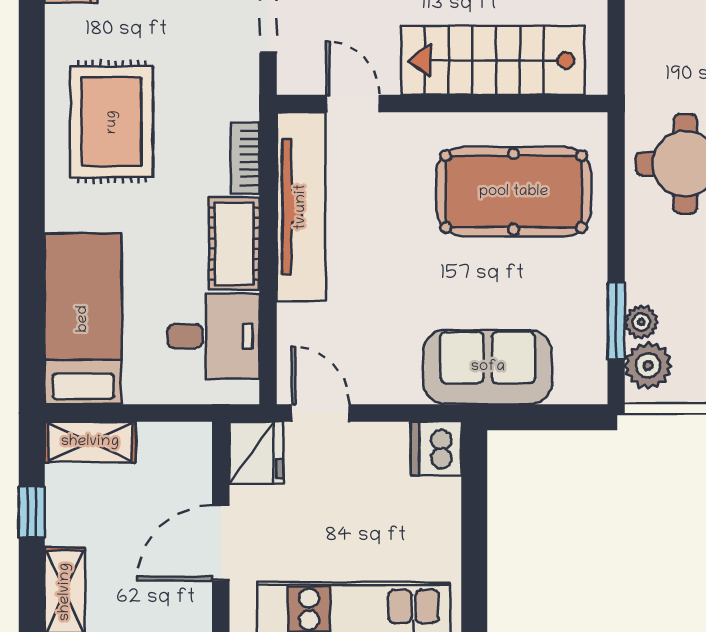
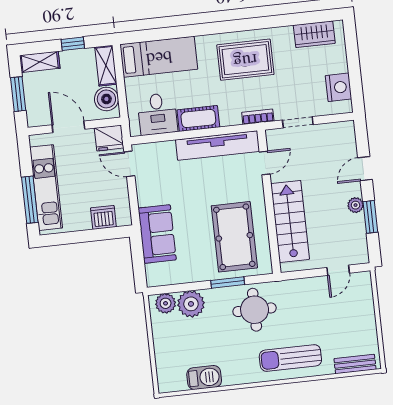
bookcase: (245, 158) -> (258, 117), moved
window: (616, 321) -> (228, 282), moved
plant: (641, 322) -> (191, 304), width x1.88, depth x1.88
door: (321, 413) -> (129, 164), swing flipped
boiler: (166, 449) -> (106, 99), added
dishwasher: (436, 449) -> (103, 217), moved

